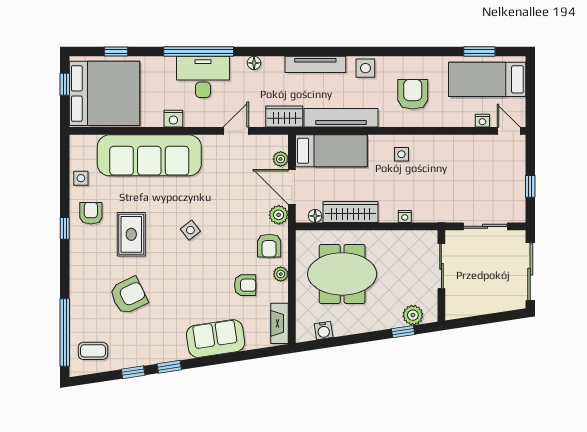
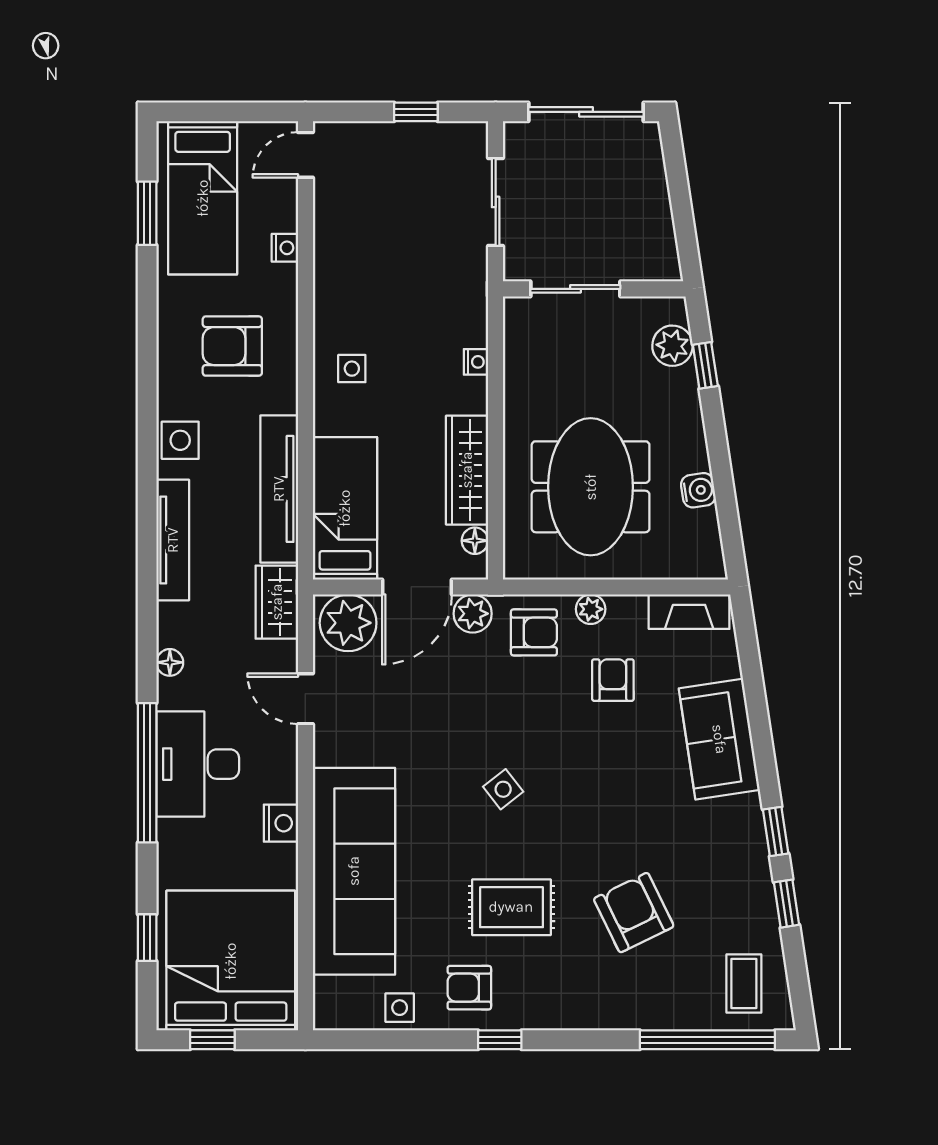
nightstand: (482, 121) -> (285, 248), moved
plant: (281, 159) -> (348, 623), width x1.87, depth x1.87
water cooler: (324, 331) -> (698, 490), moved

